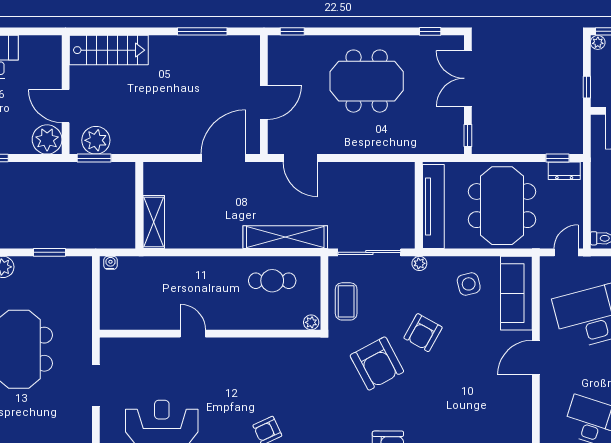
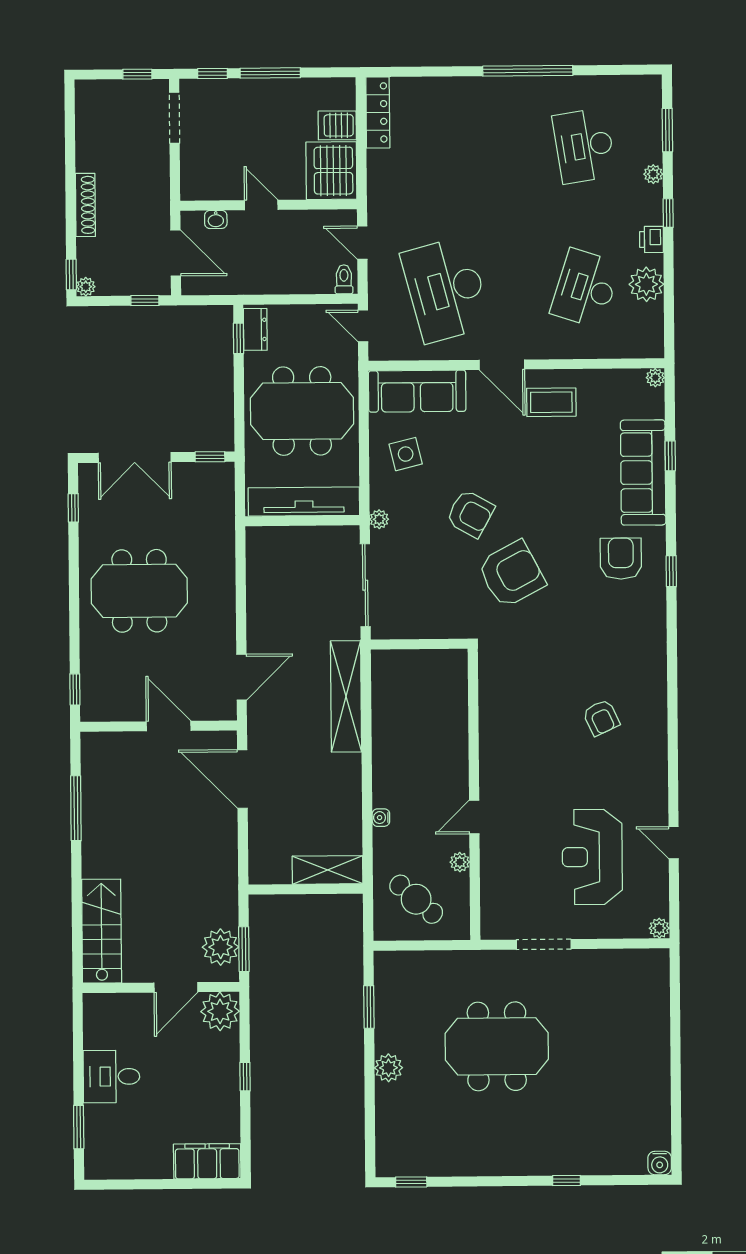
meeting table: (367, 81) -> (139, 591), turned 90
water cooler: (110, 263) -> (381, 818), moved
cafe table: (272, 281) -> (416, 899), moved, turned -49
coffee table: (346, 301) -> (551, 402), moved
plant: (311, 322) -> (460, 862), moved

